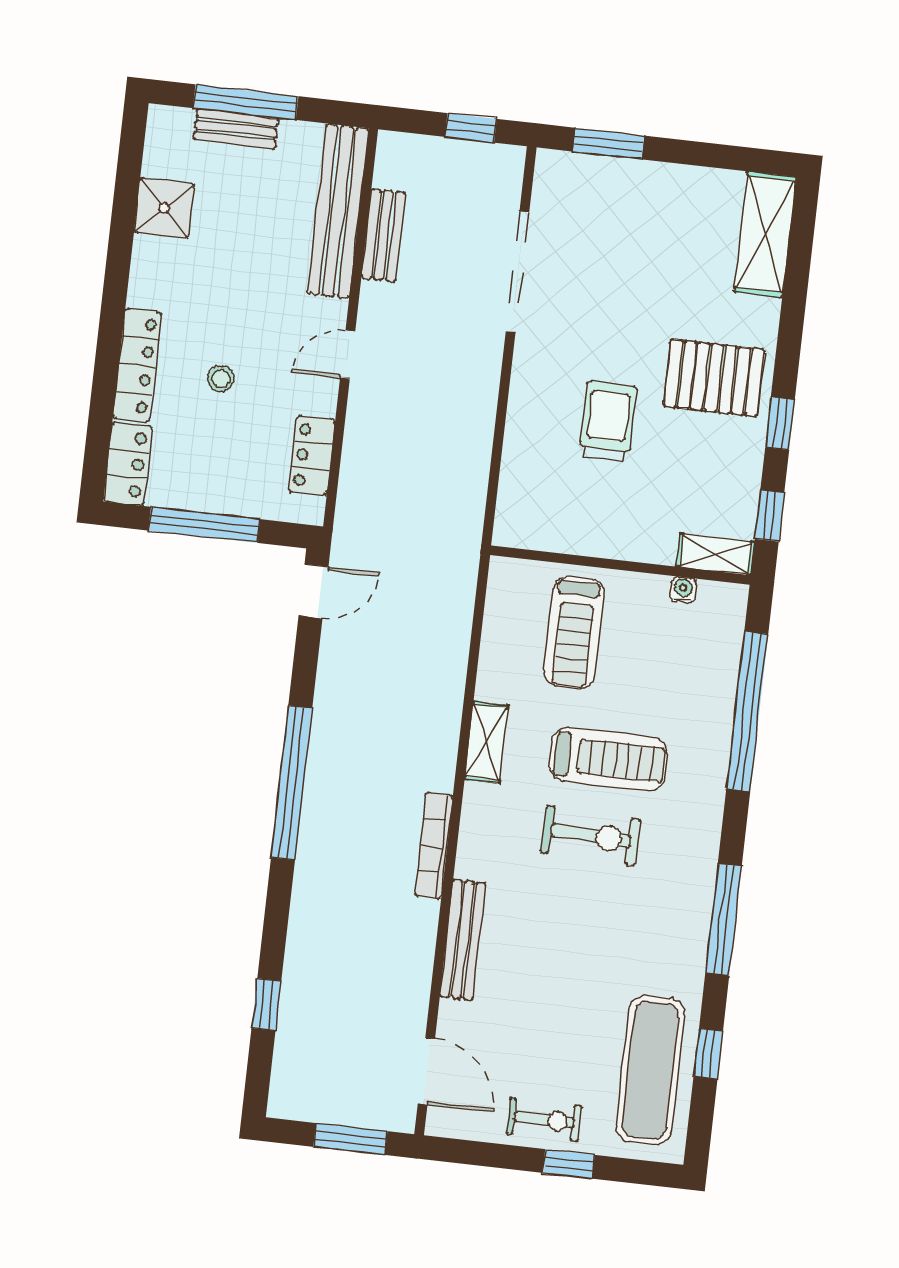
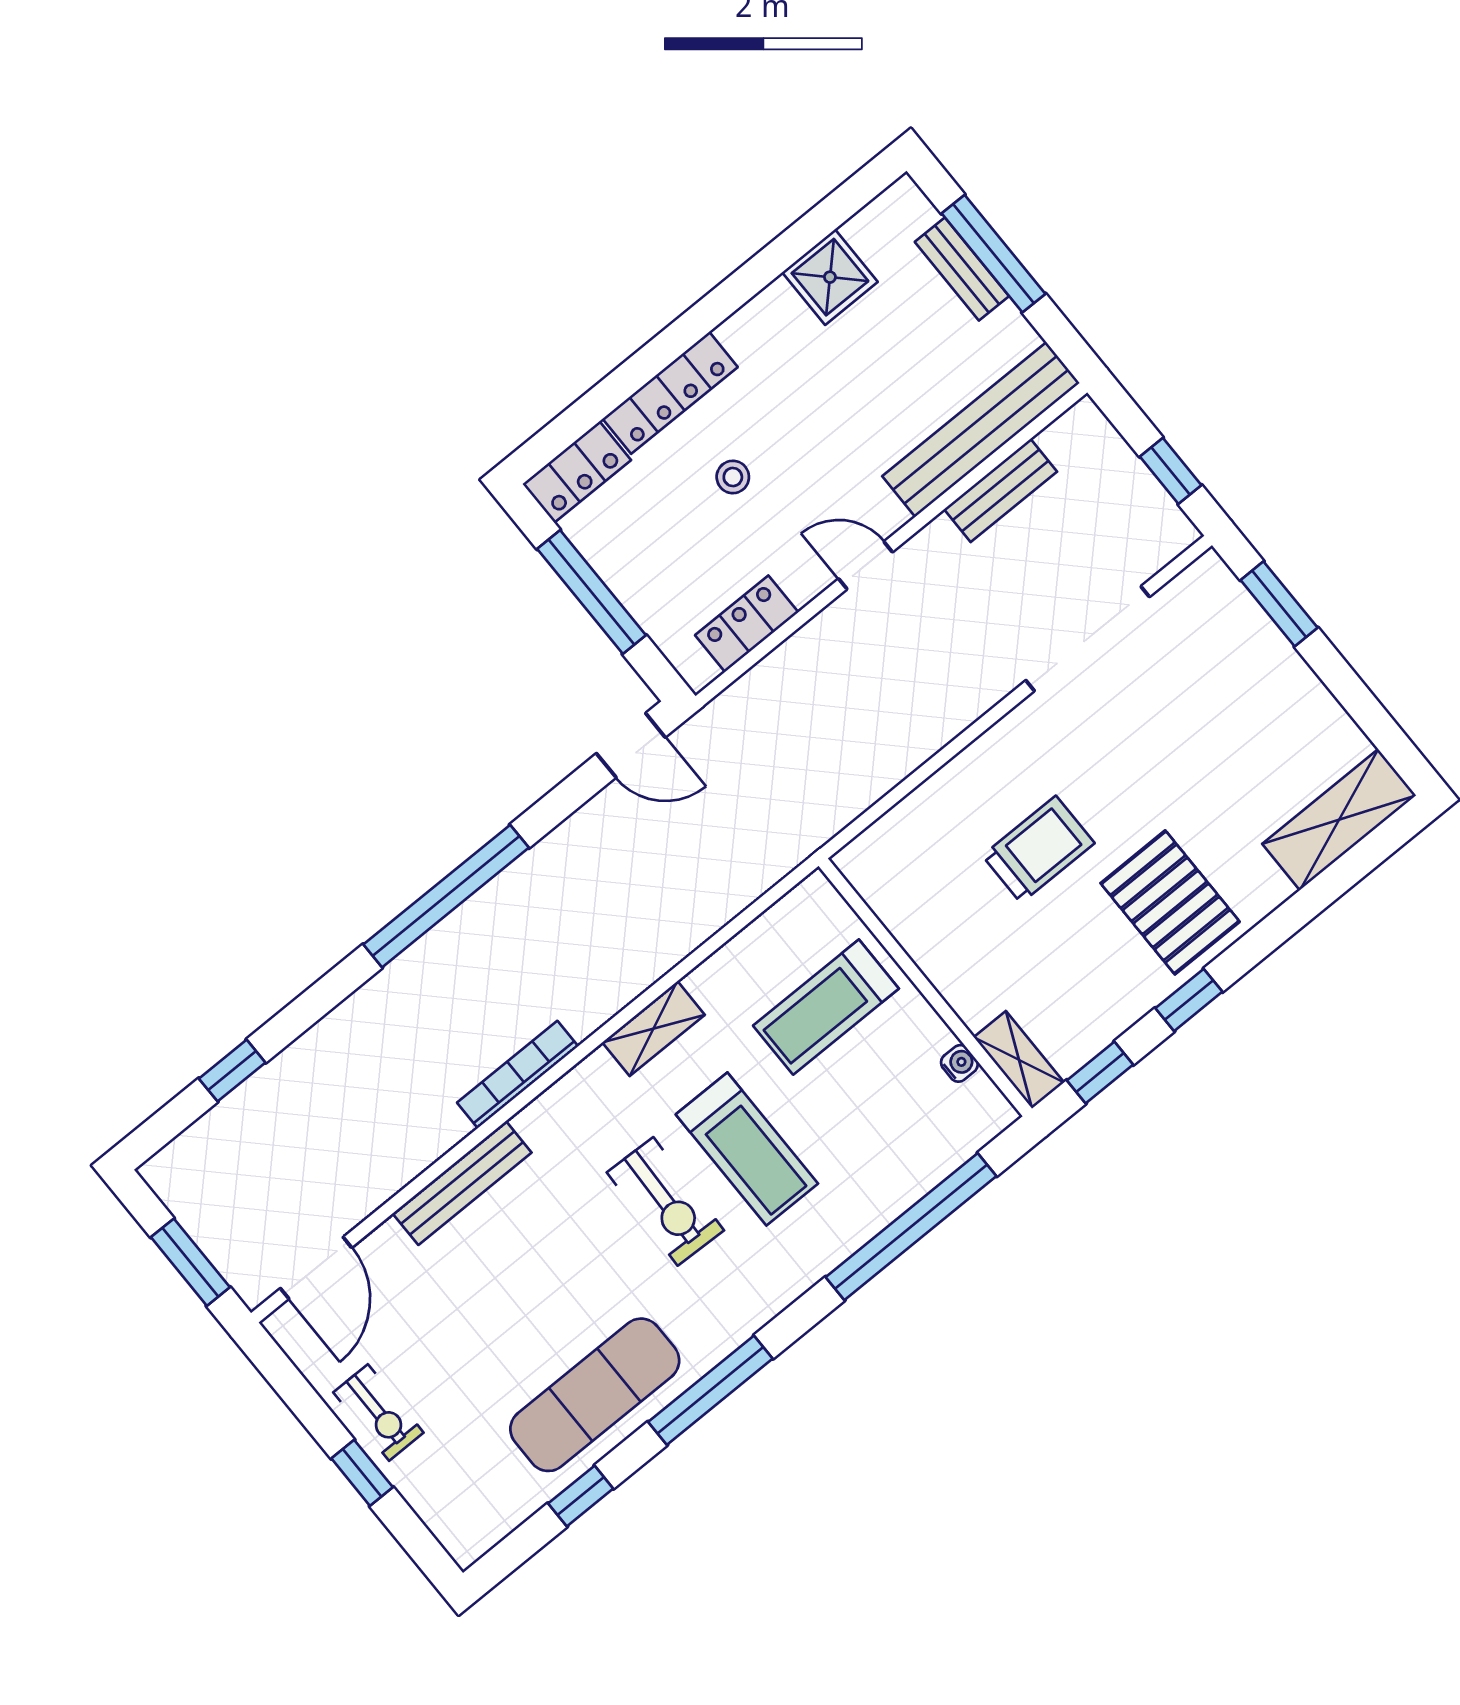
exercise mat: (650, 1070) -> (595, 1395), moved

